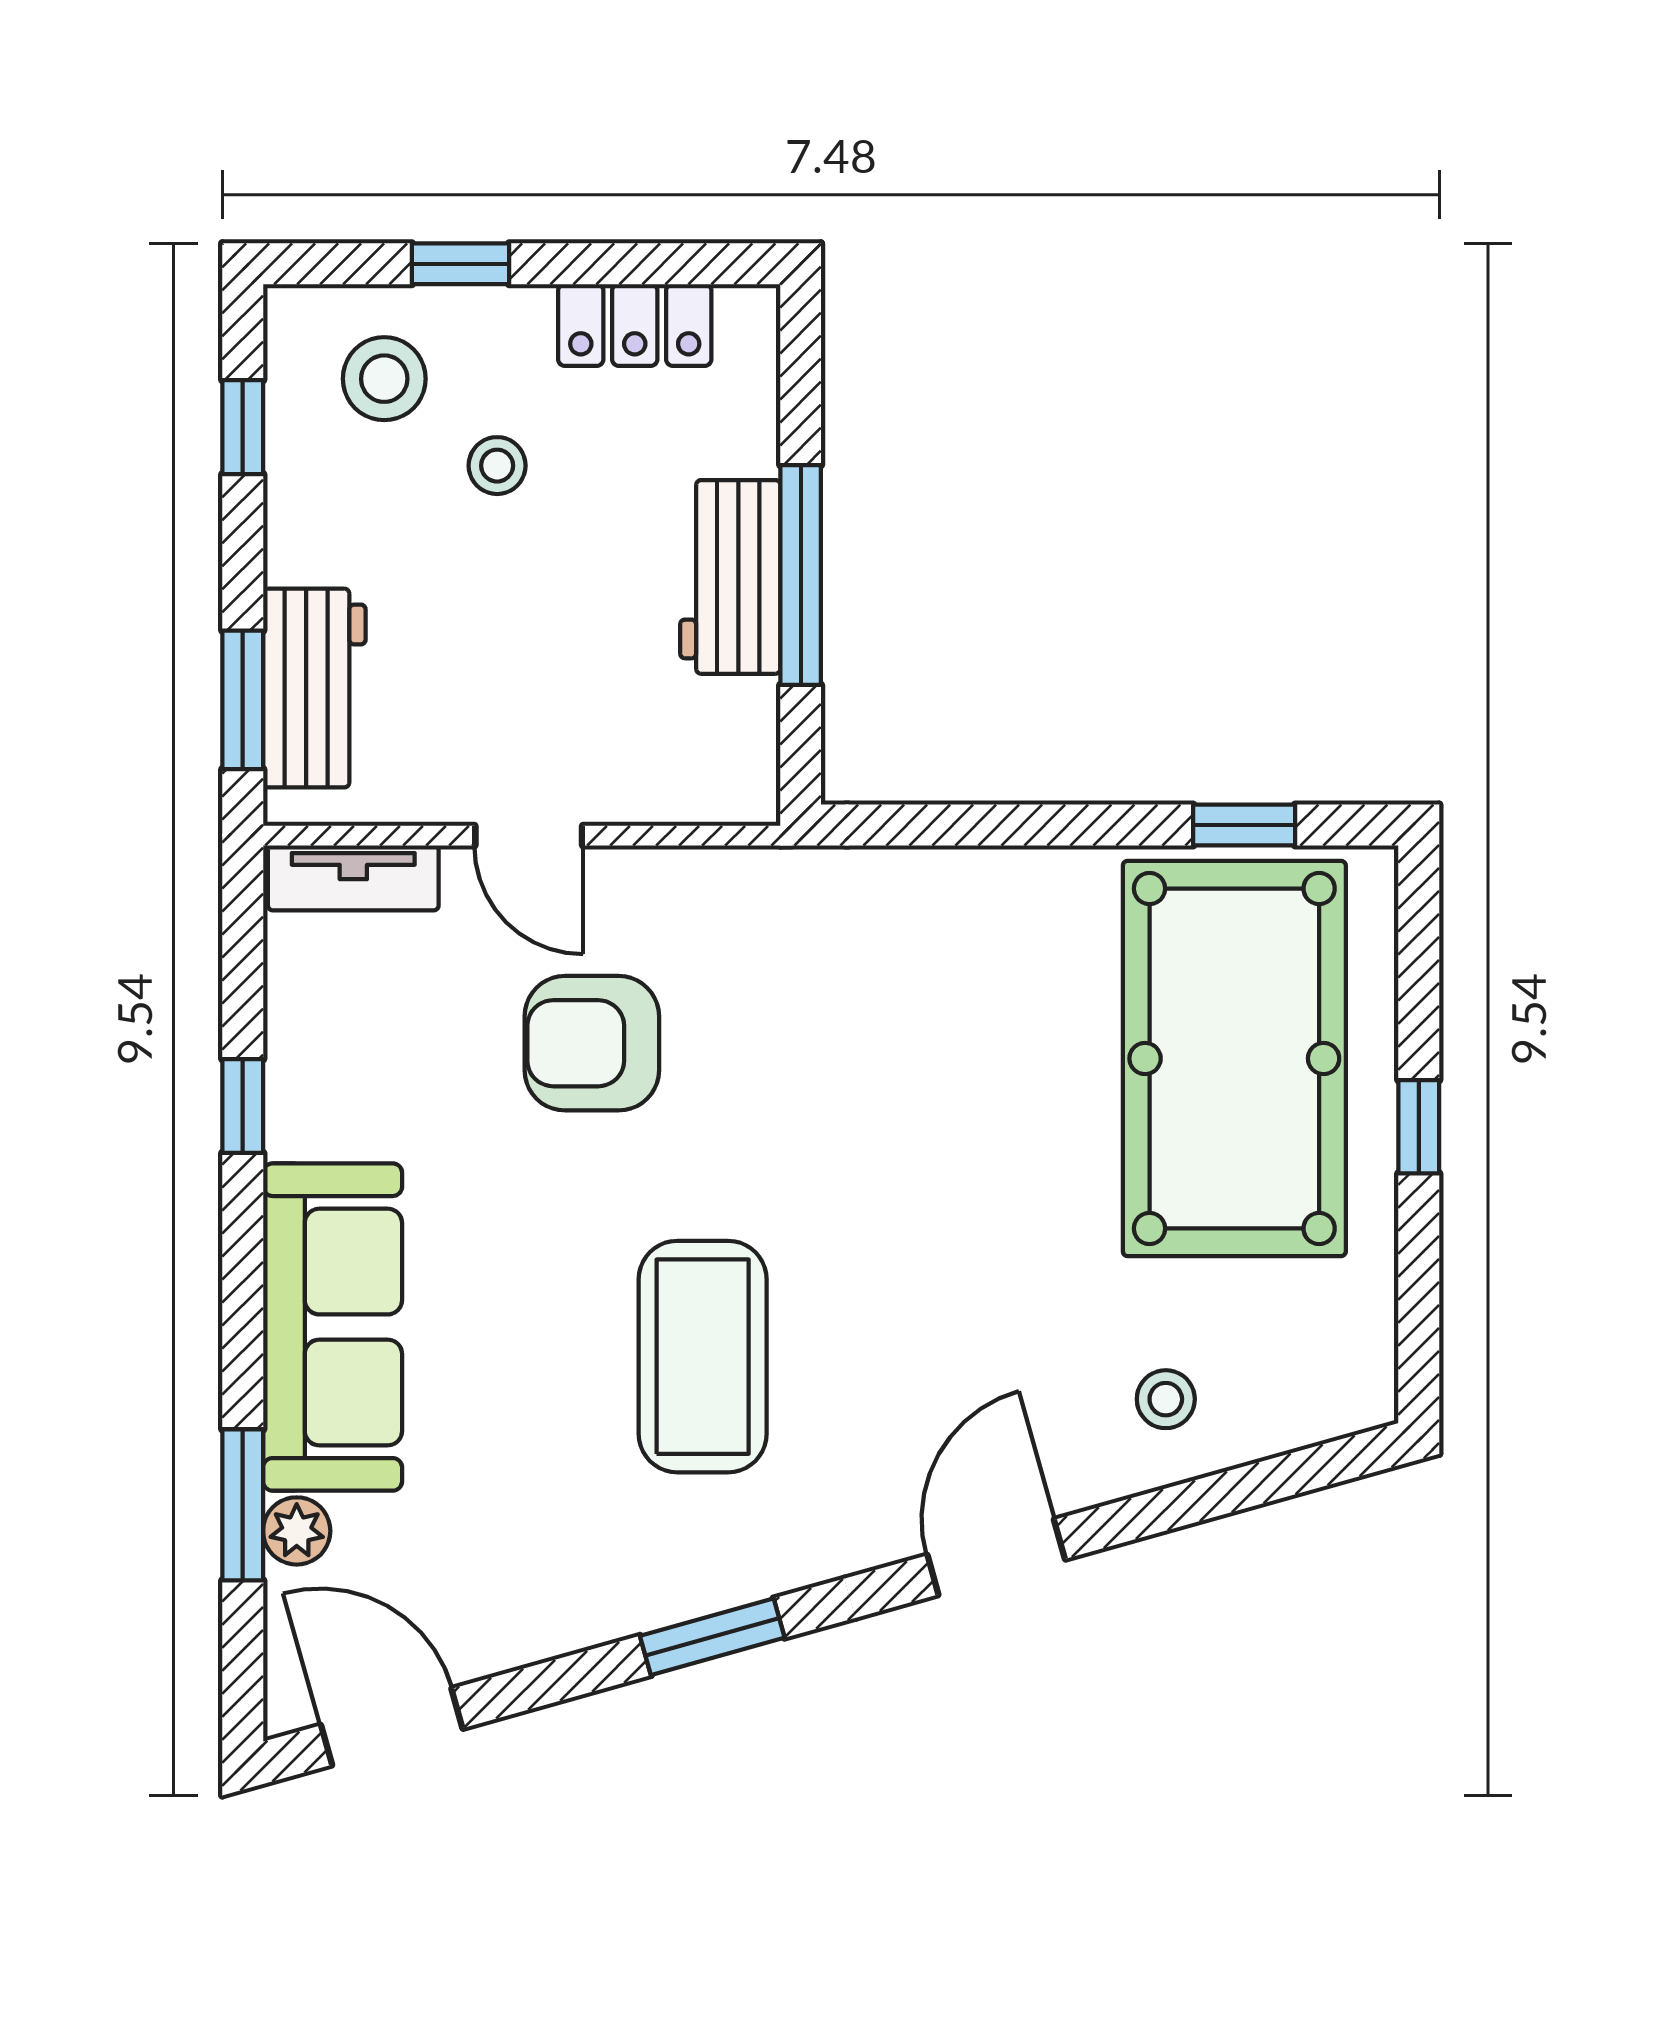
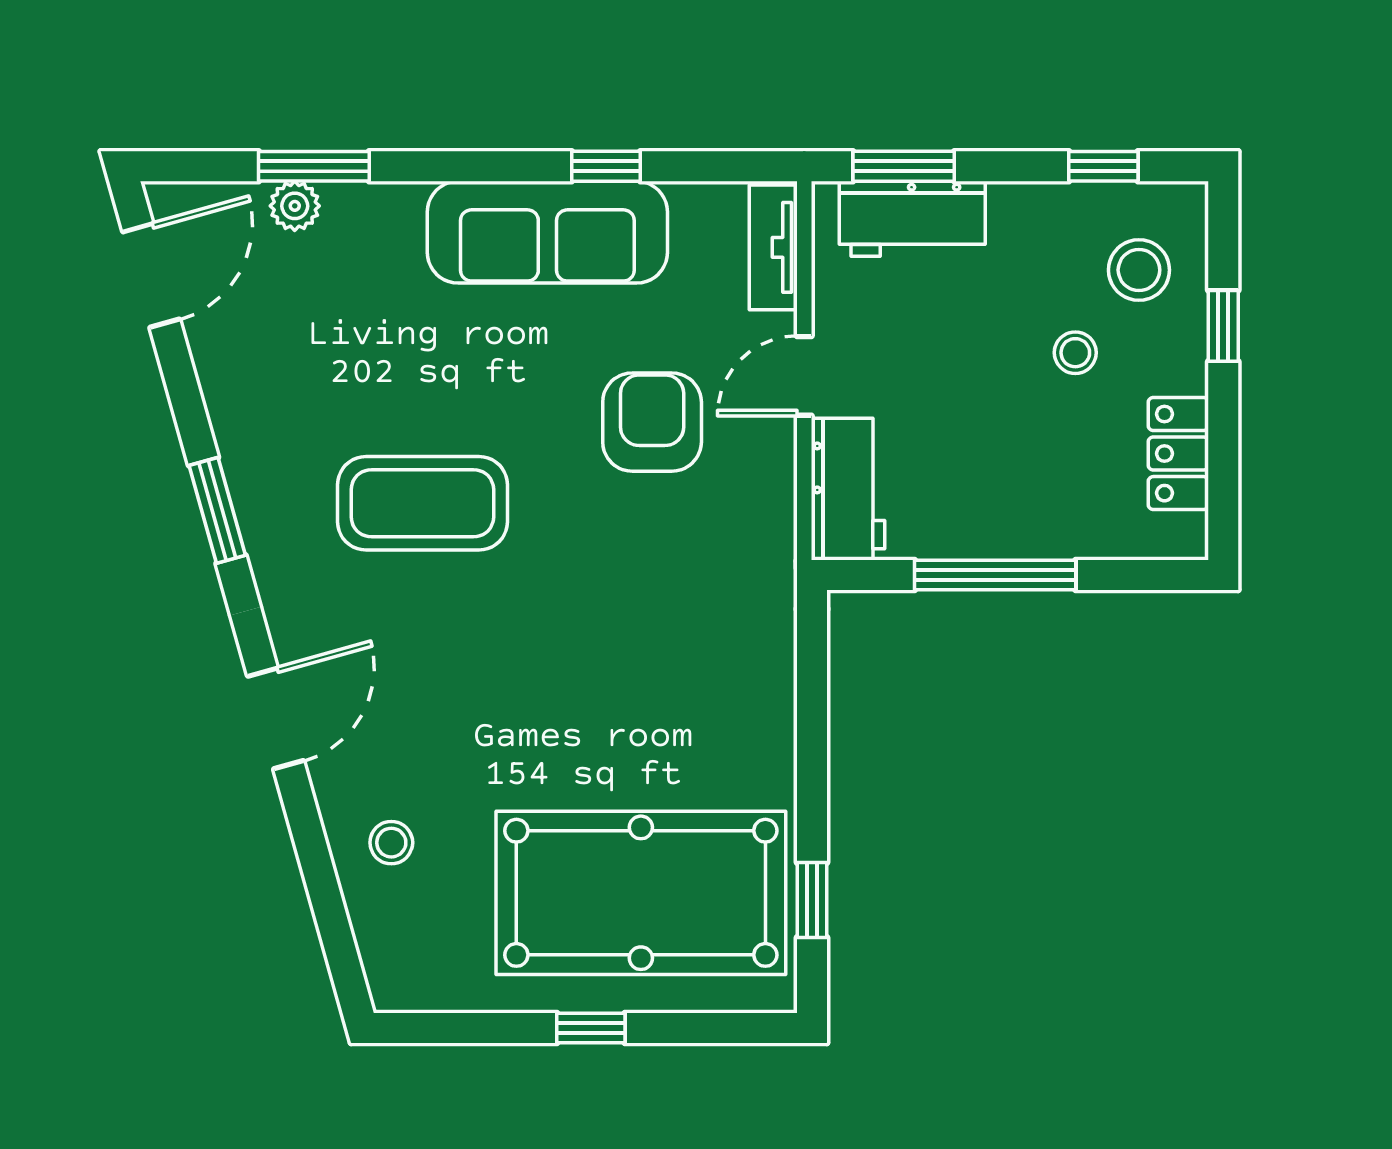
workbench: (730, 577) -> (848, 489), moved, turned 90
sofa: (333, 1327) -> (547, 232), moved
door: (996, 1557) -> (276, 718), hinge flipped

